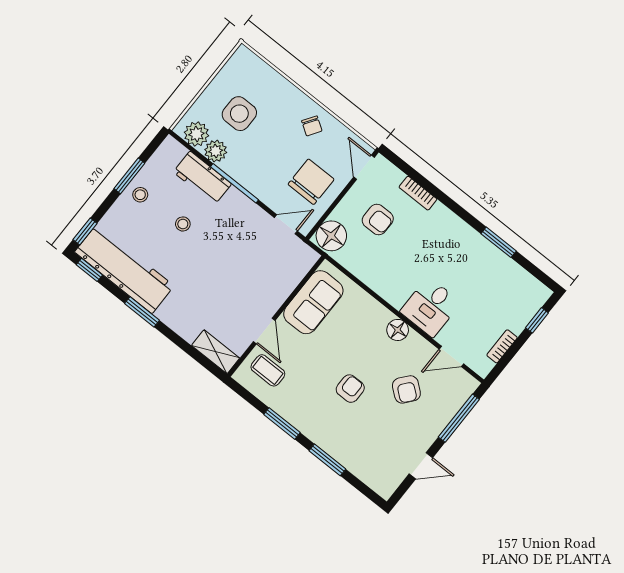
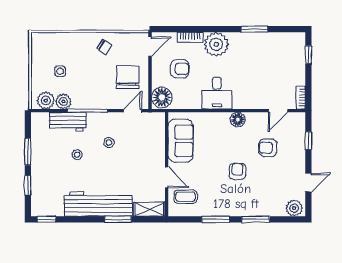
side table: (239, 114) -> (60, 71), width x0.54, depth x0.54
door: (364, 167) -> (150, 47), swing flipped
stool: (140, 195) -> (109, 142), moved
plant: (441, 225) -> (216, 44), added
window: (85, 232) -> (28, 185), moved
workbench: (124, 269) -> (98, 204), moved
desk: (430, 307) -> (217, 93), moved
window: (142, 312) -> (118, 219), moved
bookcase: (502, 346) -> (301, 98), moved
armchair: (406, 389) -> (268, 148), turned 141
window: (459, 418) -> (308, 141), width x0.46
plant: (381, 482) -> (294, 208), added

